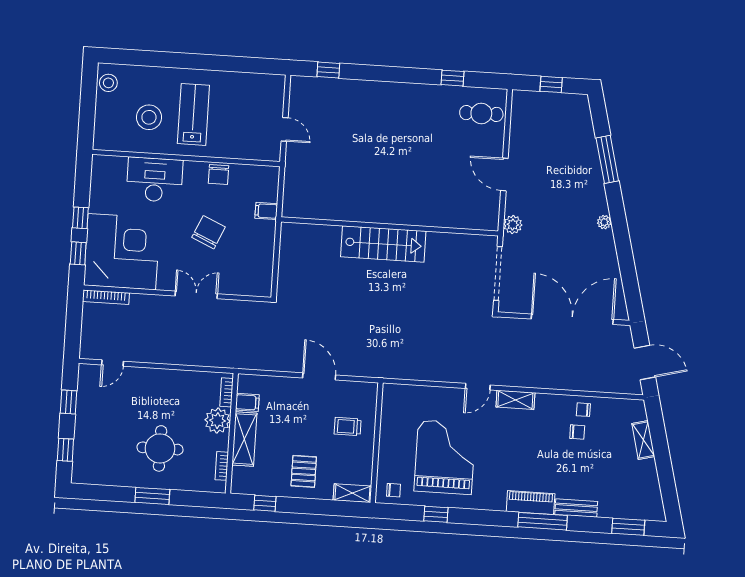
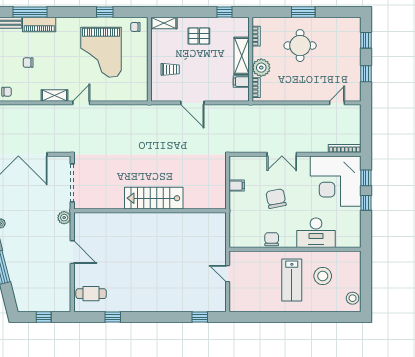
filing cabinet: (266, 211) -> (237, 186), moved
chair: (209, 232) -> (276, 199), turned 145
chair: (577, 432) -> (28, 63), moved
pallet: (304, 471) -> (199, 36), turned 90

